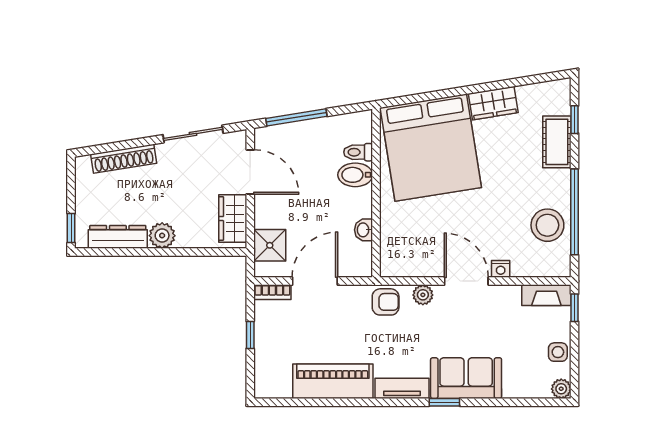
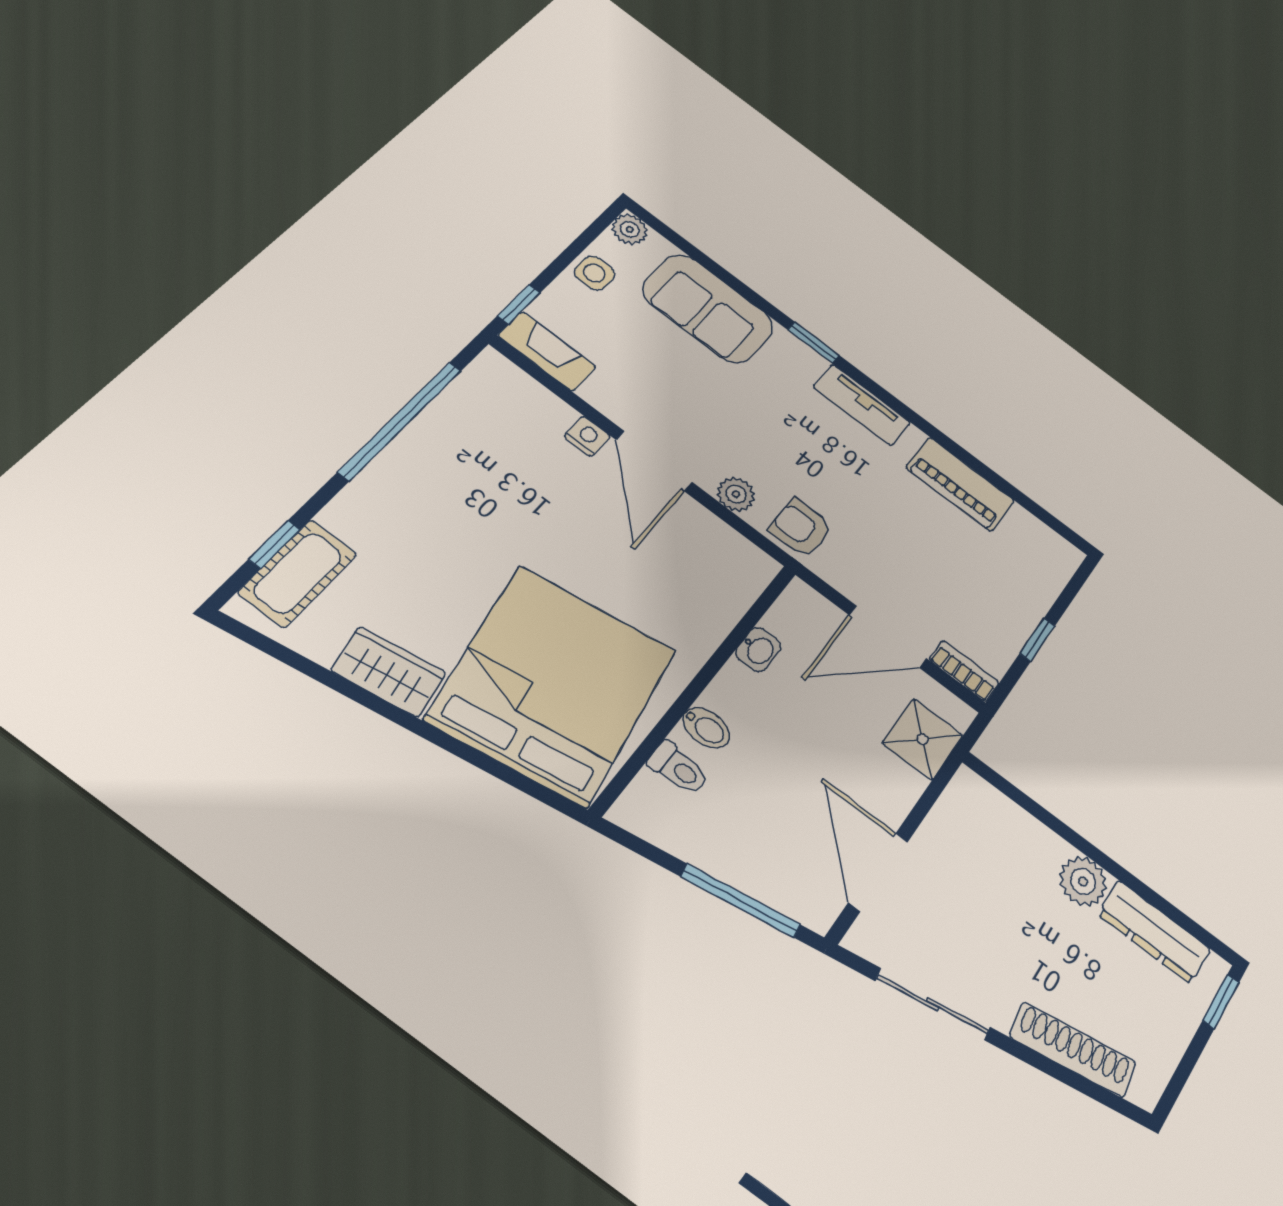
cot: (557, 142) -> (298, 573), moved
bidet: (355, 175) -> (706, 728), width x0.72, depth x0.74
wardrobe: (233, 219) -> (955, 822), removed
stool: (547, 225) -> (461, 436), removed
sofa: (466, 378) -> (708, 308), moved
piano: (333, 381) -> (960, 484), width x0.73, depth x0.75

